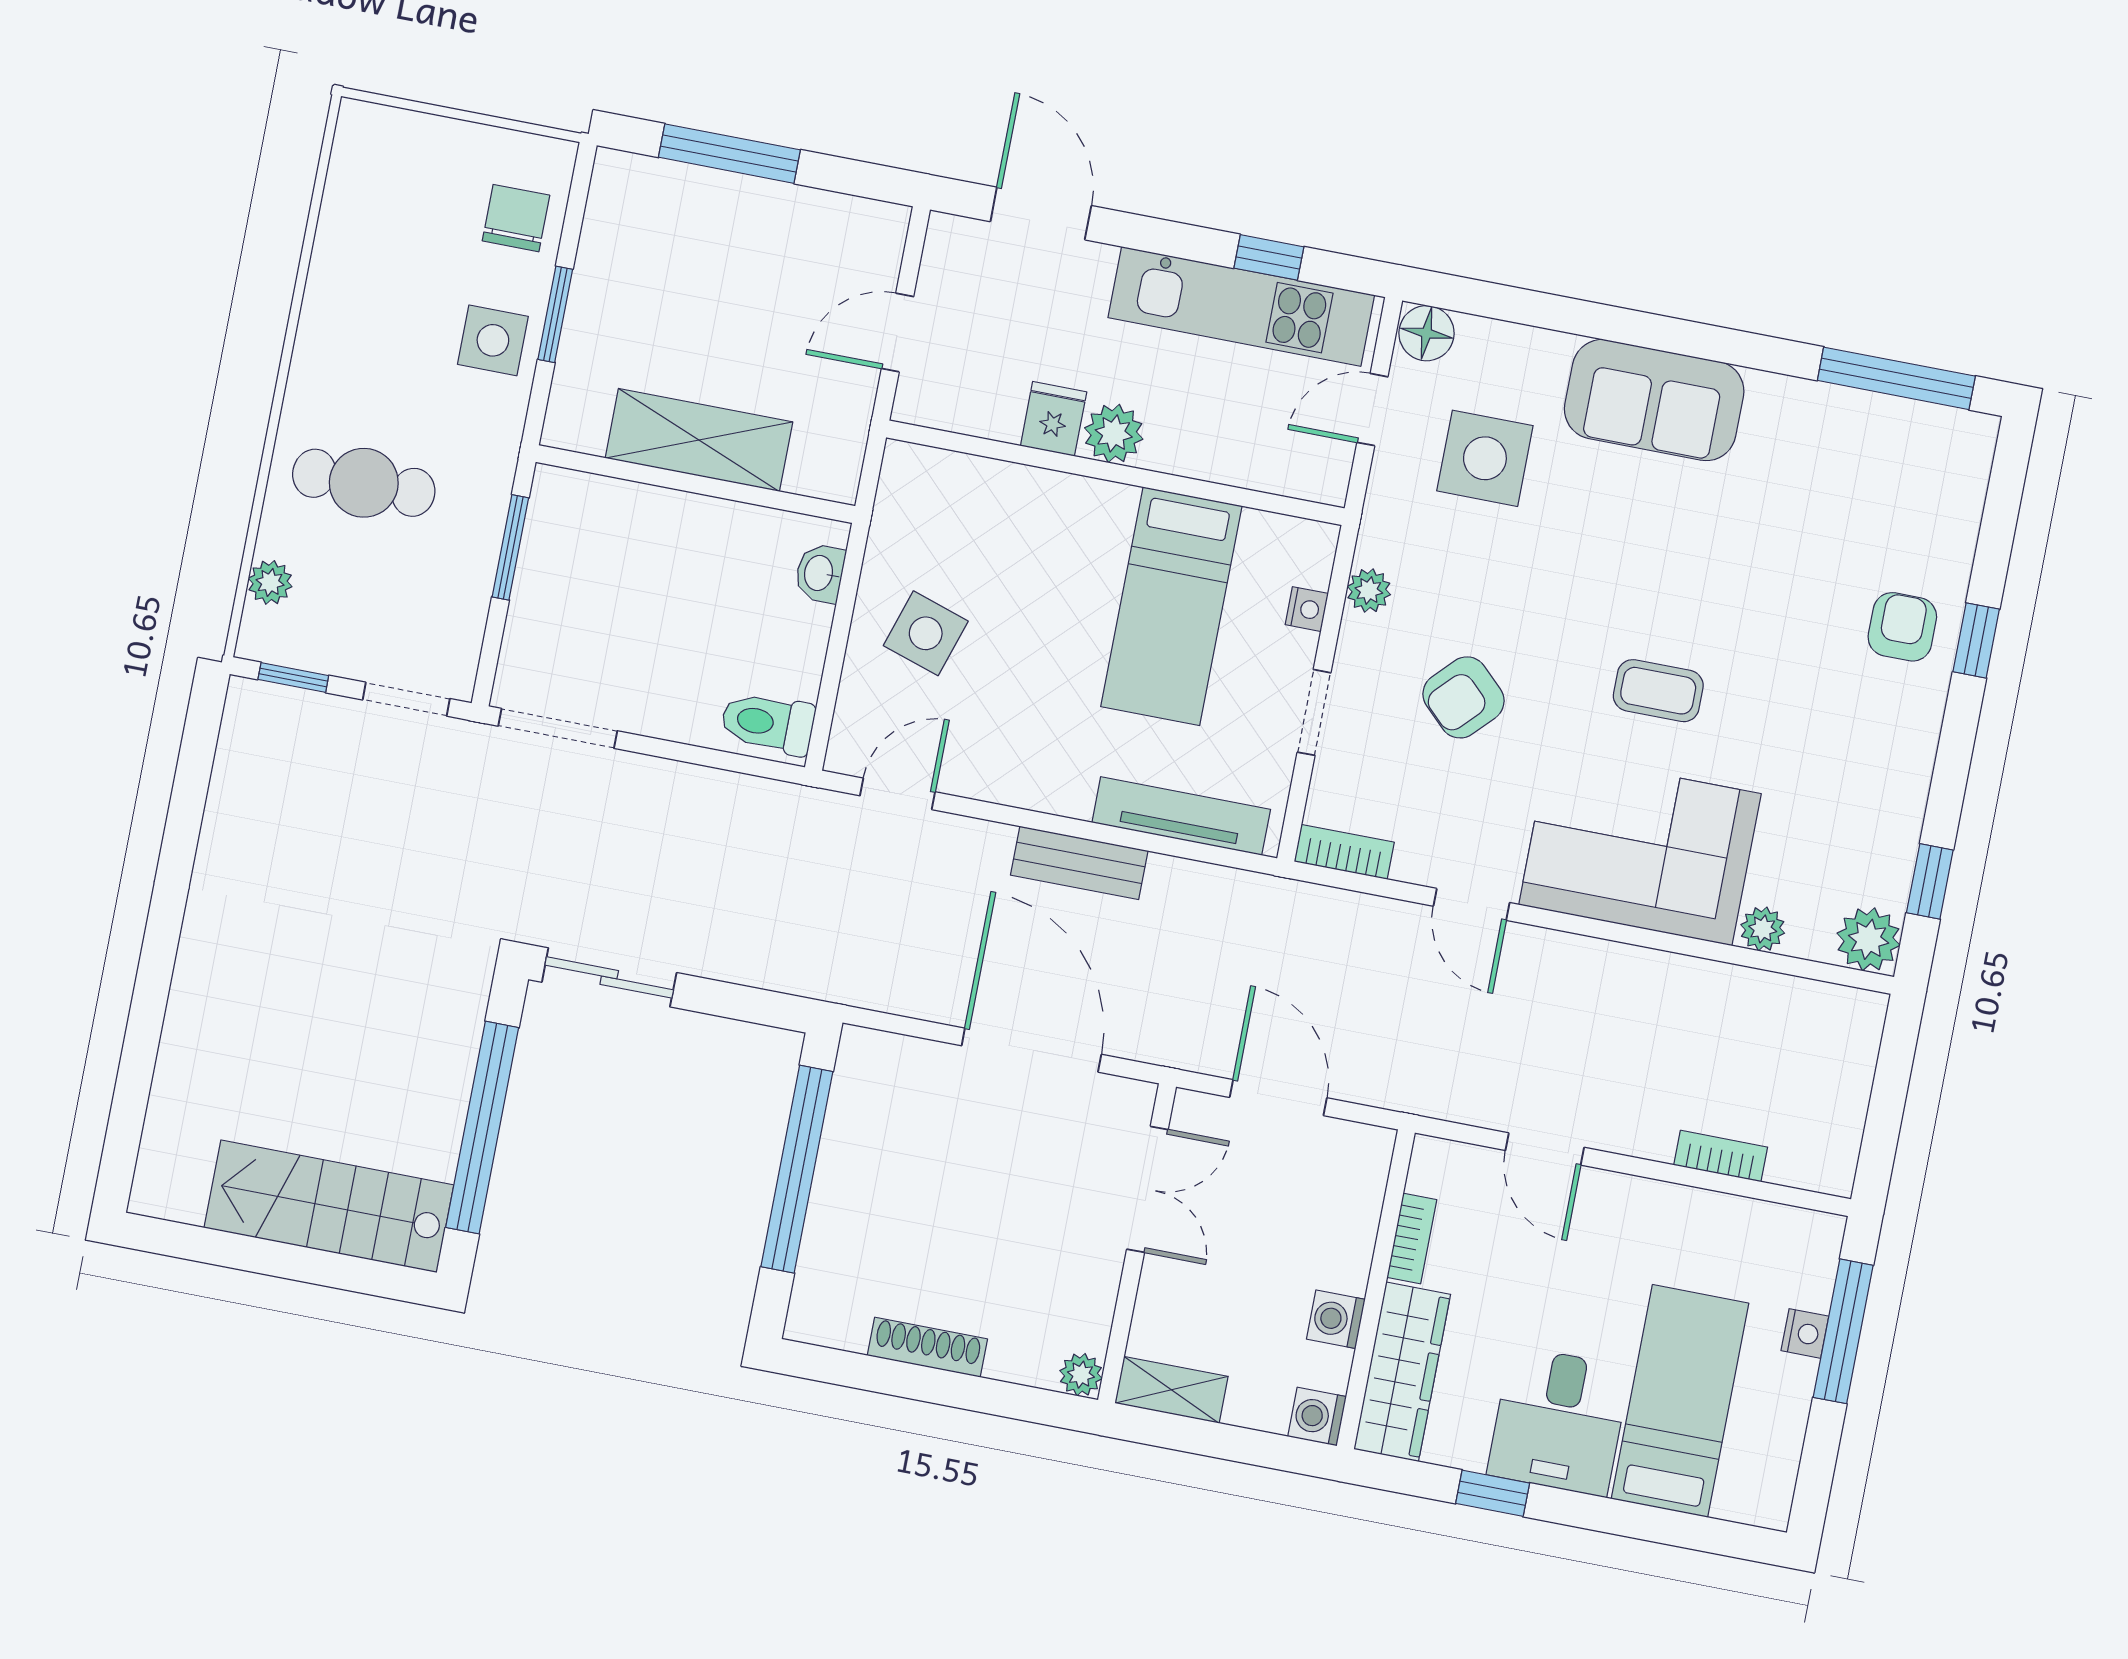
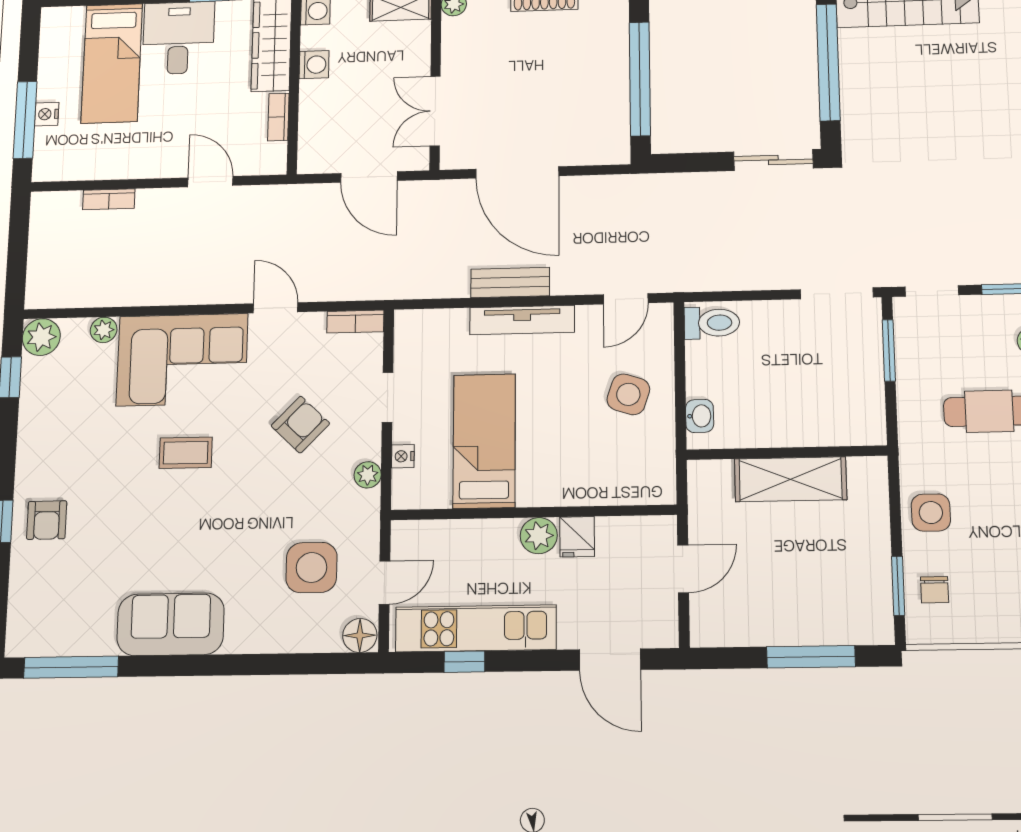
chair: (516, 218) -> (935, 590), width x0.73, depth x0.73
window: (555, 314) -> (898, 586), moved
sofa: (1654, 400) -> (171, 624), moved
window: (510, 547) -> (889, 350), moved
tv unit: (1181, 816) -> (522, 320), moved

